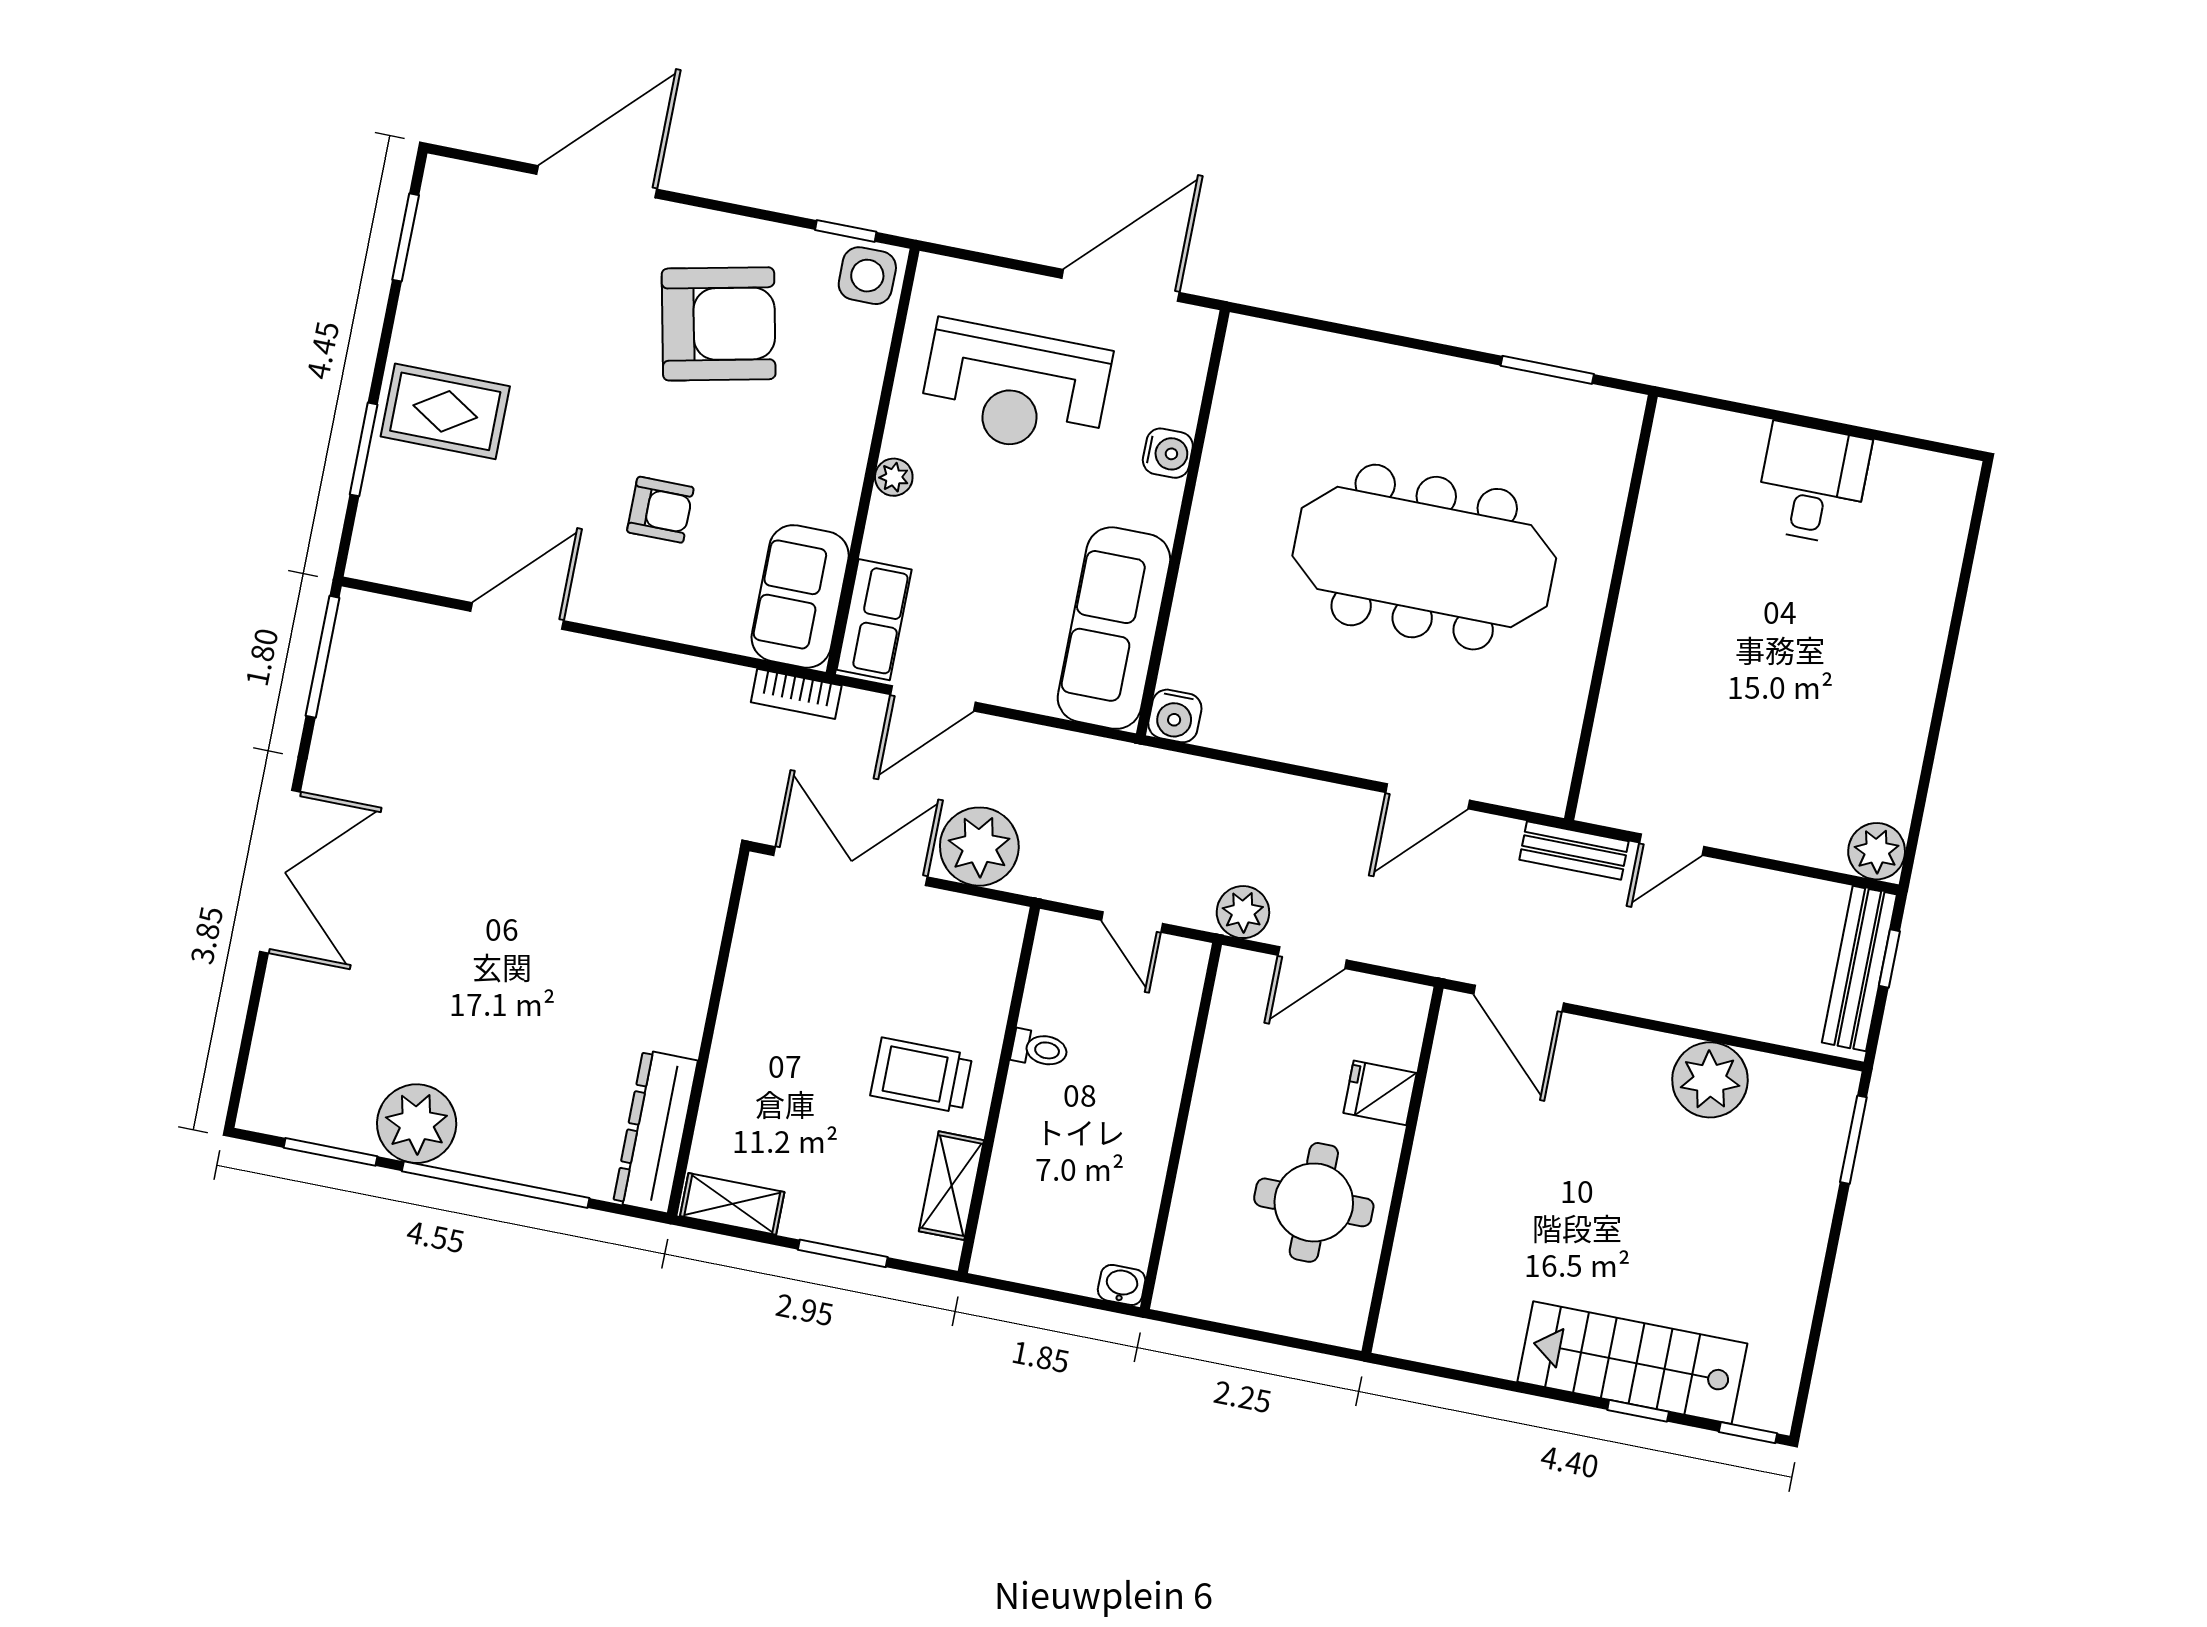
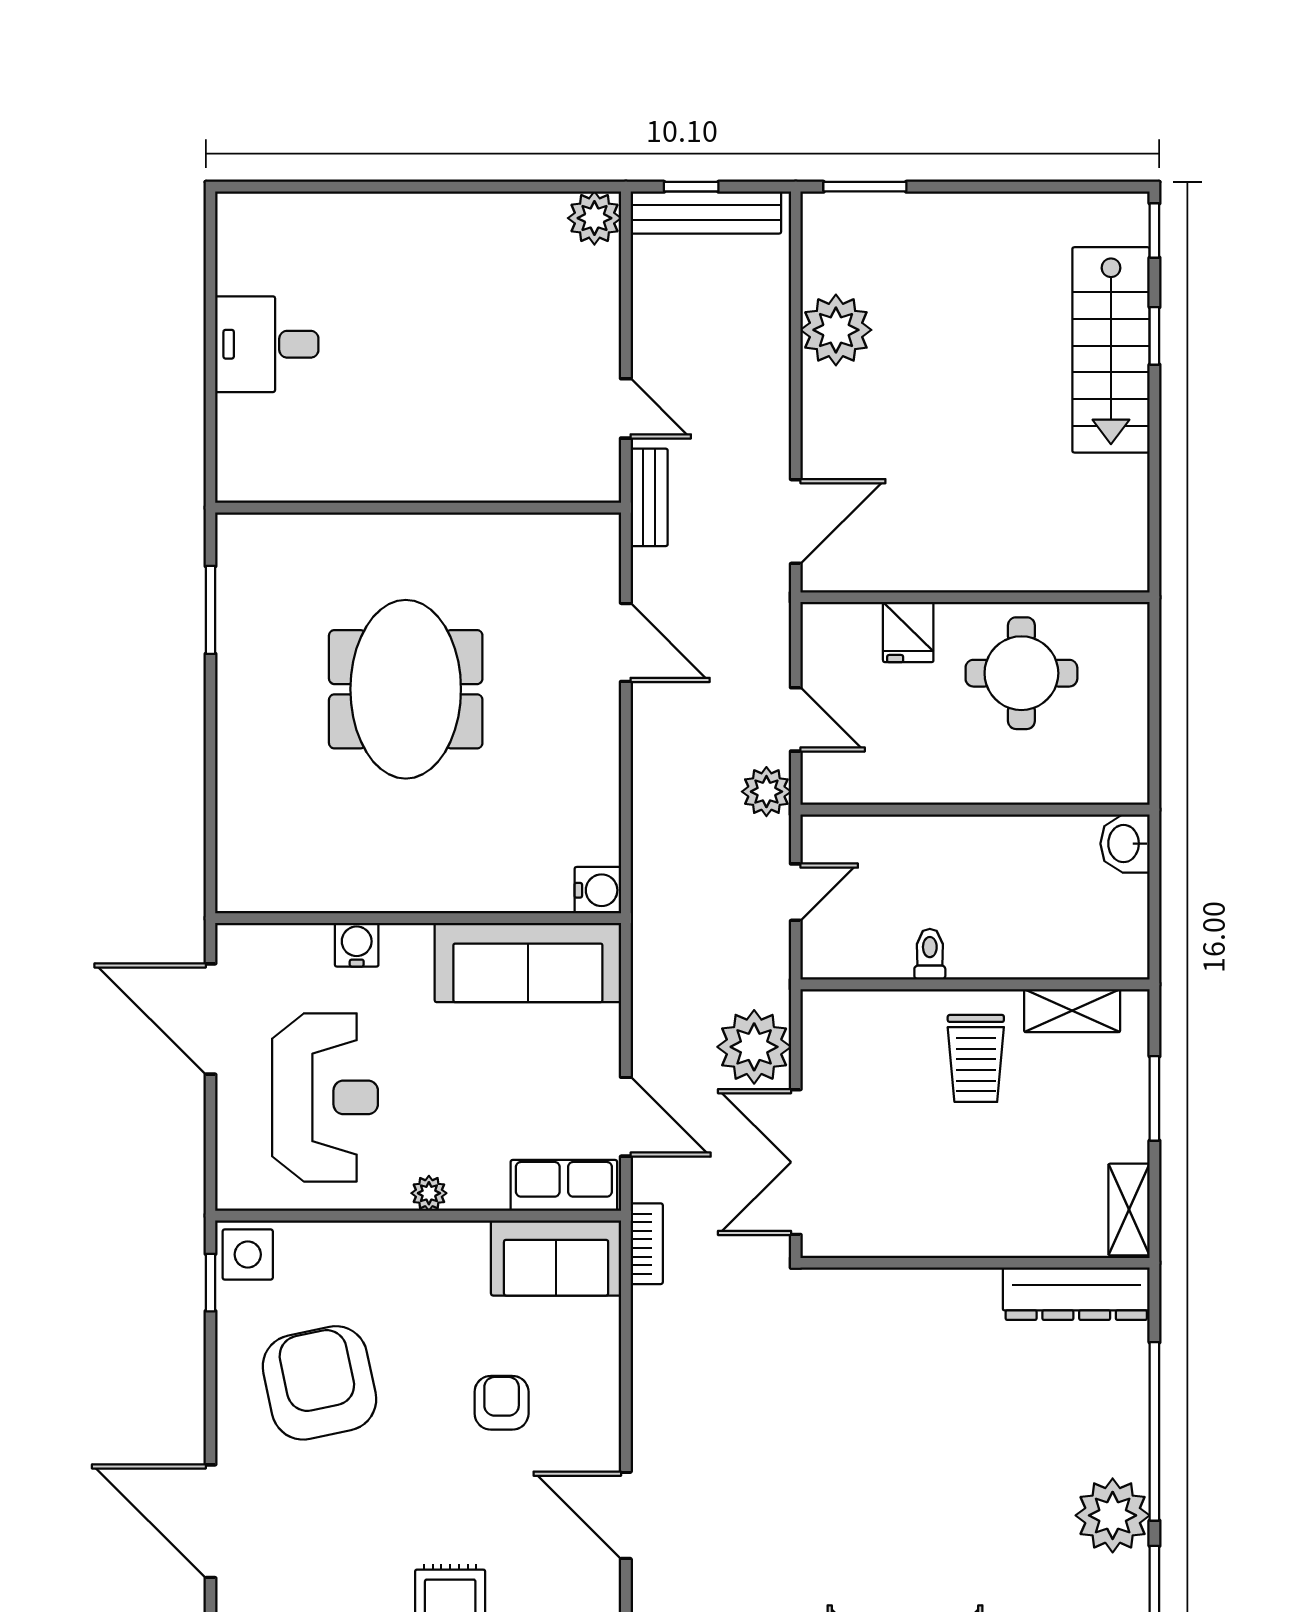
meeting table: (1424, 557) -> (406, 689), width x0.73
washbasin: (1122, 1285) -> (1125, 844), width x1.38, depth x1.45

